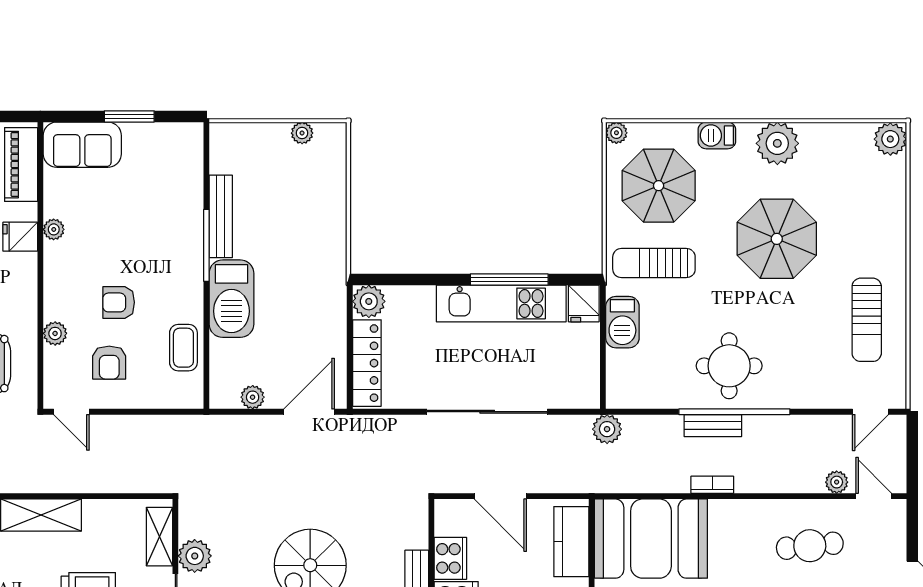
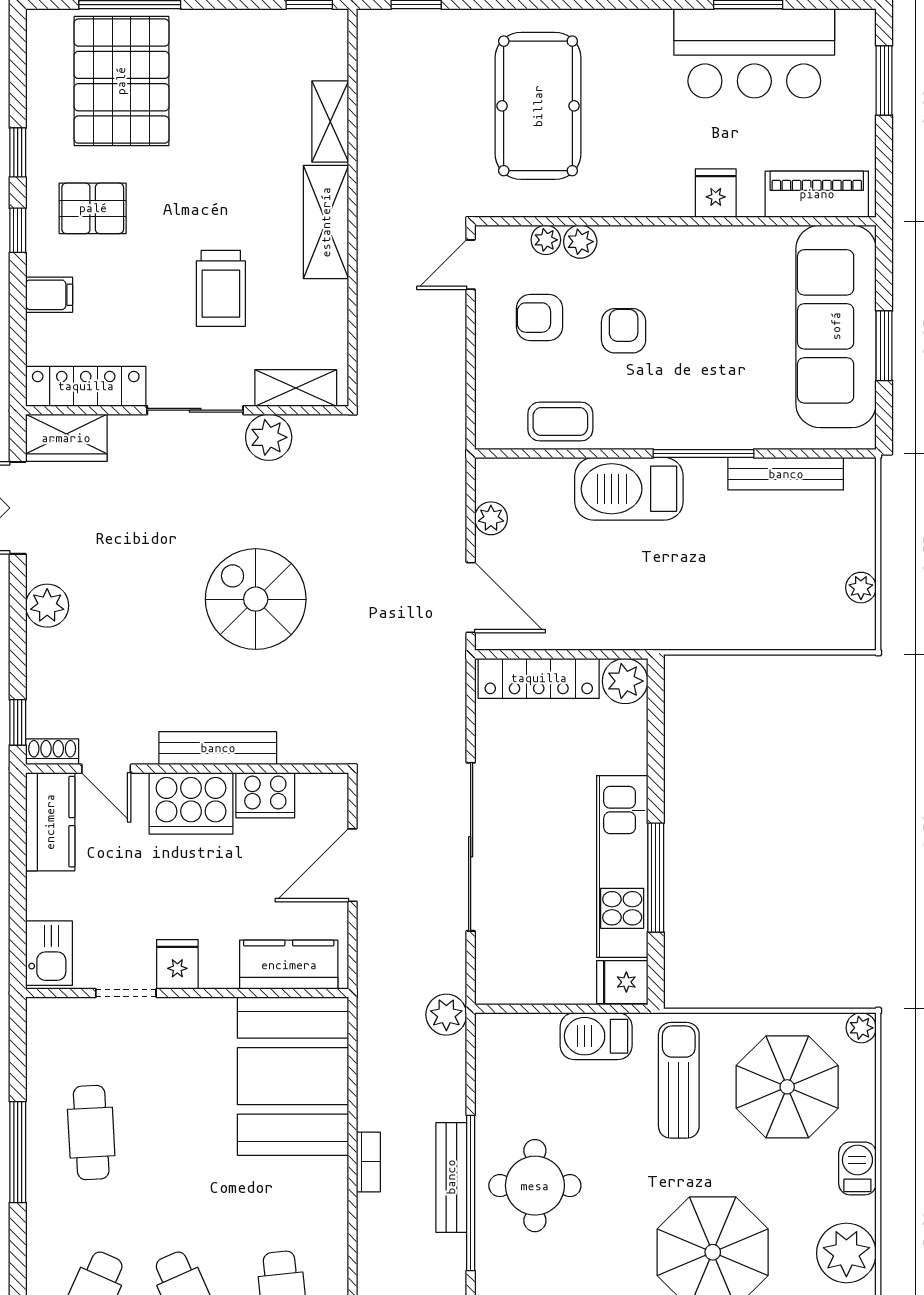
sofa: (82, 145) -> (836, 326), width x1.85, depth x1.27
bench: (221, 216) -> (786, 474), moved
plant: (54, 229) -> (546, 240), moved
bench: (713, 426) -> (451, 1177), width x1.36

